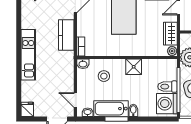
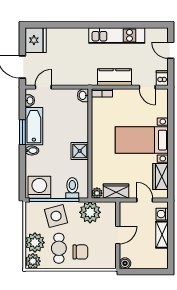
kitchen unit: (28, 55) -> (117, 35), moved
stool: (104, 76) -> (69, 118), removed
toilet: (167, 87) -> (72, 188), moved
fridge: (27, 109) -> (36, 40), width x1.88, depth x1.34

